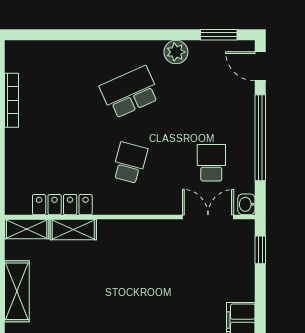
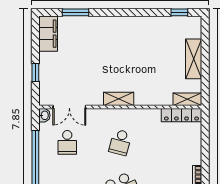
locker: (62, 205) -> (181, 115), moved
shelving: (73, 229) -> (119, 99), moved
window: (260, 250) -> (35, 72), moved

